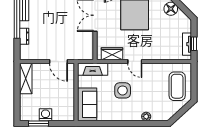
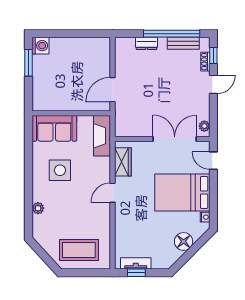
shelving: (26, 78) -> (89, 46), removed
side table: (123, 90) -> (60, 170), moved
washing machine: (45, 115) -> (40, 46), moved

